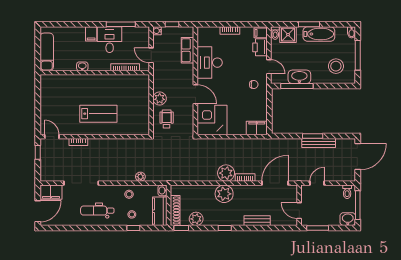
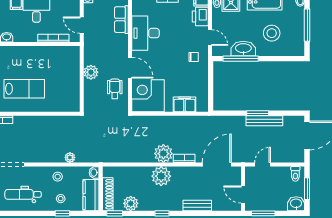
stool: (336, 66) -> (272, 33), moved
wheelchair: (167, 119) -> (115, 89), moved
filing cabinet: (257, 128) -> (184, 104), moved
window: (358, 205) -> (307, 189), width x0.69

